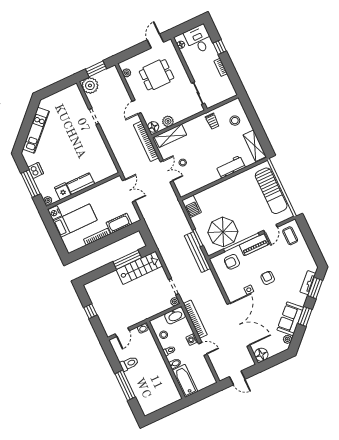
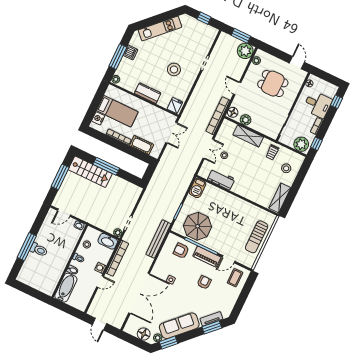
desk: (199, 39) -> (318, 104), moved, turned 90
door: (155, 41) -> (297, 63), hinge flipped
window: (220, 47) -> (336, 102), moved
window: (235, 79) -> (316, 144), added
plant: (90, 85) -> (245, 51), moved
window: (57, 87) -> (204, 18), added
plant: (225, 92) -> (301, 144), added
door: (137, 107) -> (237, 88), hinge flipped
shelving: (170, 136) -> (248, 136), moved
stool: (79, 146) -> (174, 69), added
workbench: (231, 167) -> (221, 179), moved
fridge: (63, 191) -> (175, 106), moved
sun lounger: (271, 191) -> (257, 237), width x0.73, depth x0.75
nightstand: (55, 213) -> (98, 118), moved
bench: (197, 252) -> (158, 239), moved
window: (127, 260) -> (106, 166), moved
stairs: (139, 268) -> (90, 172), moved
armchair: (268, 278) -> (204, 282), moved
window: (90, 311) -> (60, 177), width x2.17
window: (305, 316) -> (169, 343), moved
sofa: (290, 319) -> (179, 326), width x1.36
door: (203, 349) -> (100, 282), hinge flipped
floor lamp: (261, 355) -> (144, 334), moved
toilet: (129, 364) -> (39, 250), moved

